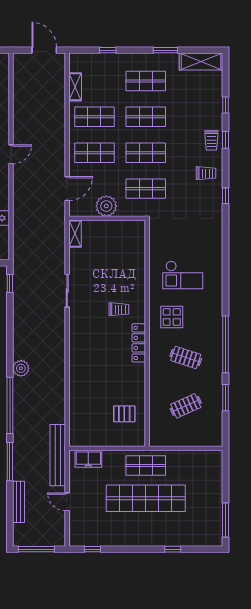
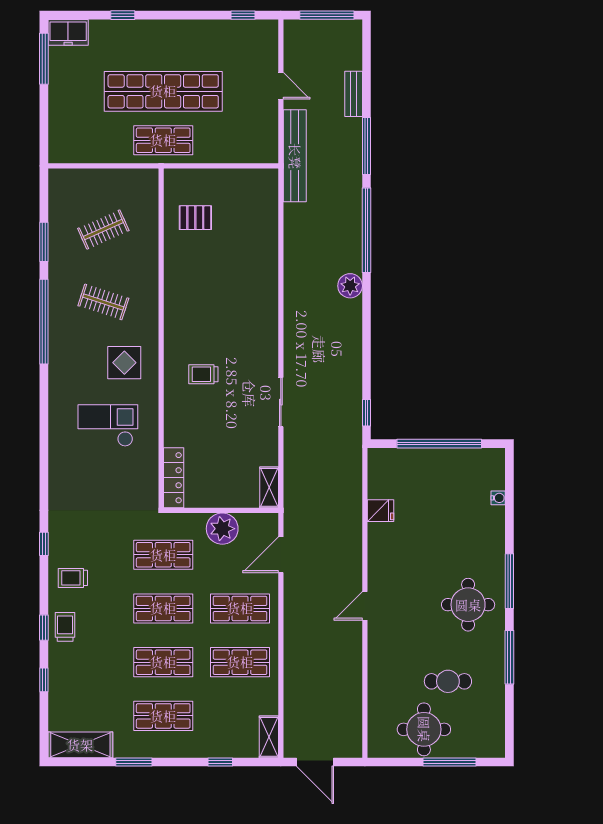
shelving: (75, 87) -> (269, 737), moved
locker: (139, 343) -> (174, 478), moved
freezer: (88, 459) -> (68, 32), moved, turned 180
bench: (19, 502) -> (354, 94), width x0.73

